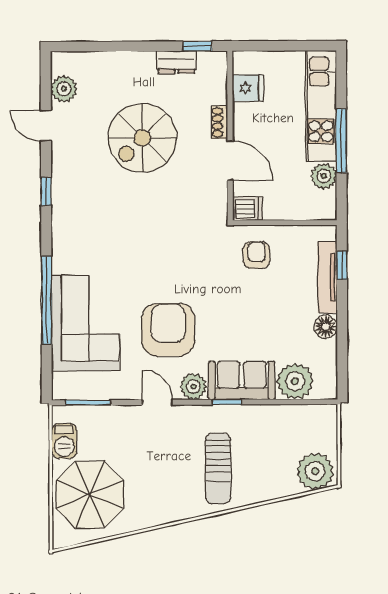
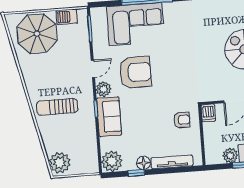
window: (342, 265) -> (136, 173), moved
plant: (295, 381) -> (112, 161), moved

